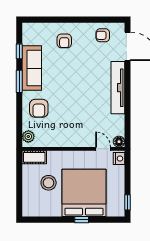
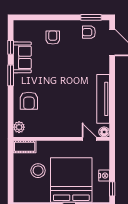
window: (105, 20) -> (91, 17), added
armchair: (64, 41) -> (53, 38), turned 180
sofa: (32, 68) -> (22, 57), width x0.73
tv unit: (118, 88) -> (103, 99), moved
nightstand: (119, 159) -> (104, 176), moved

